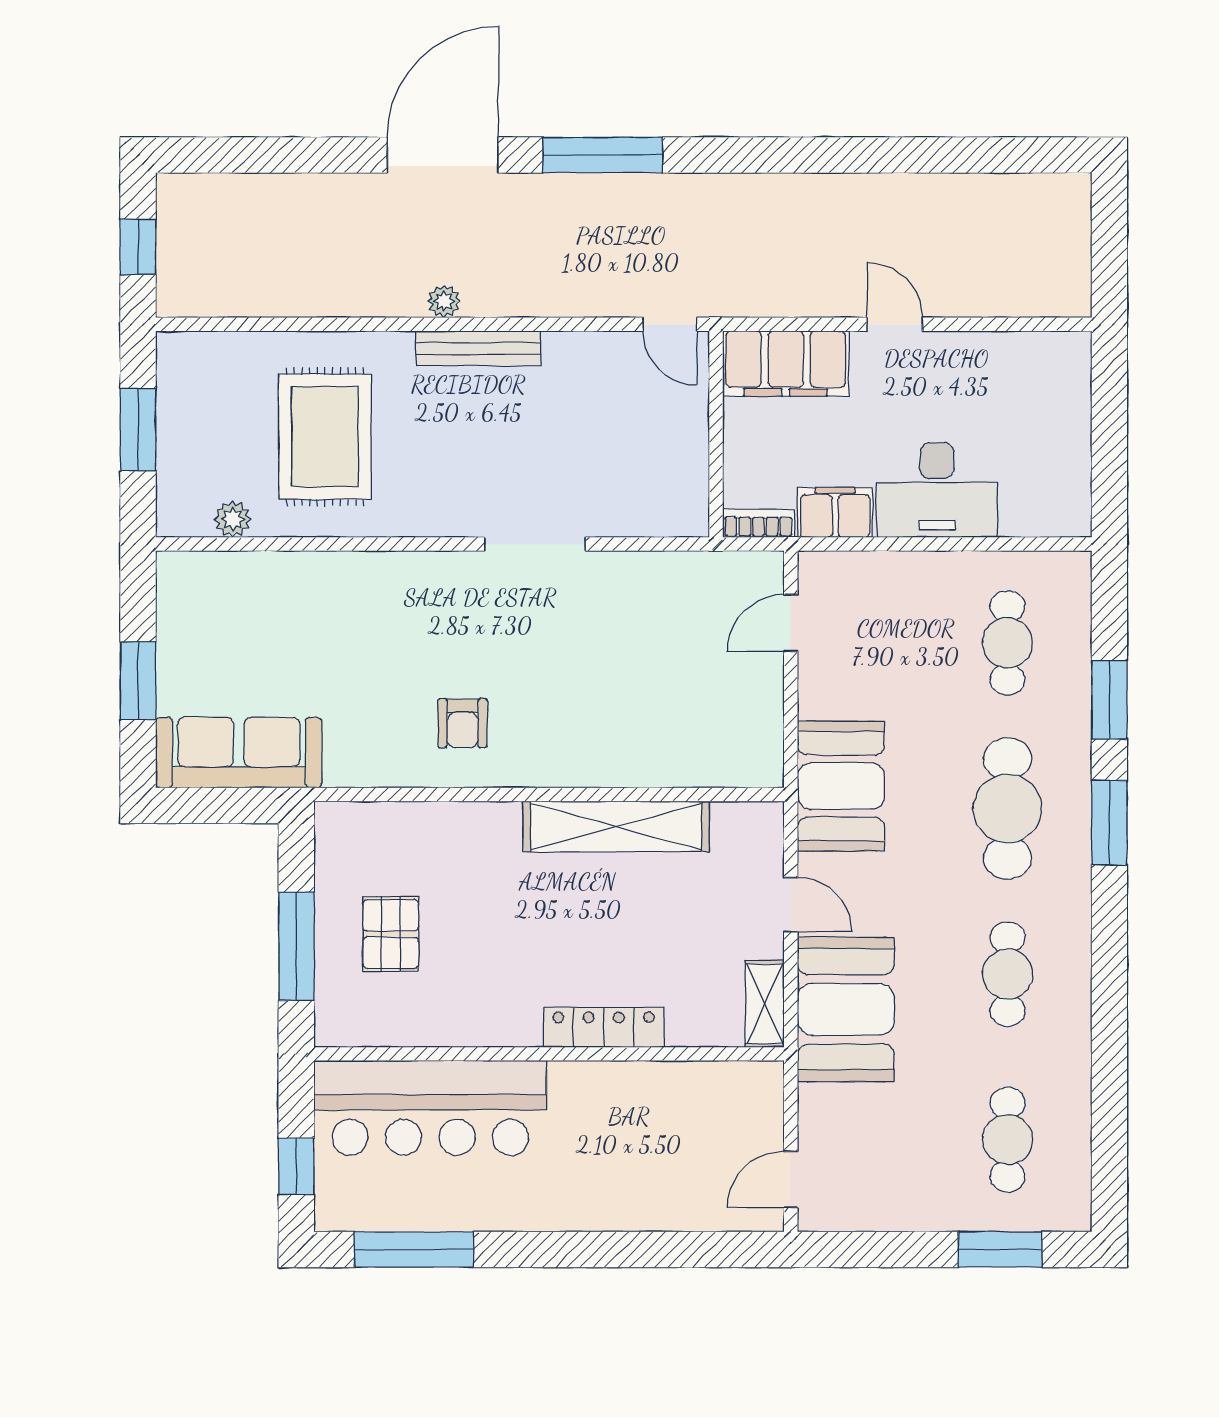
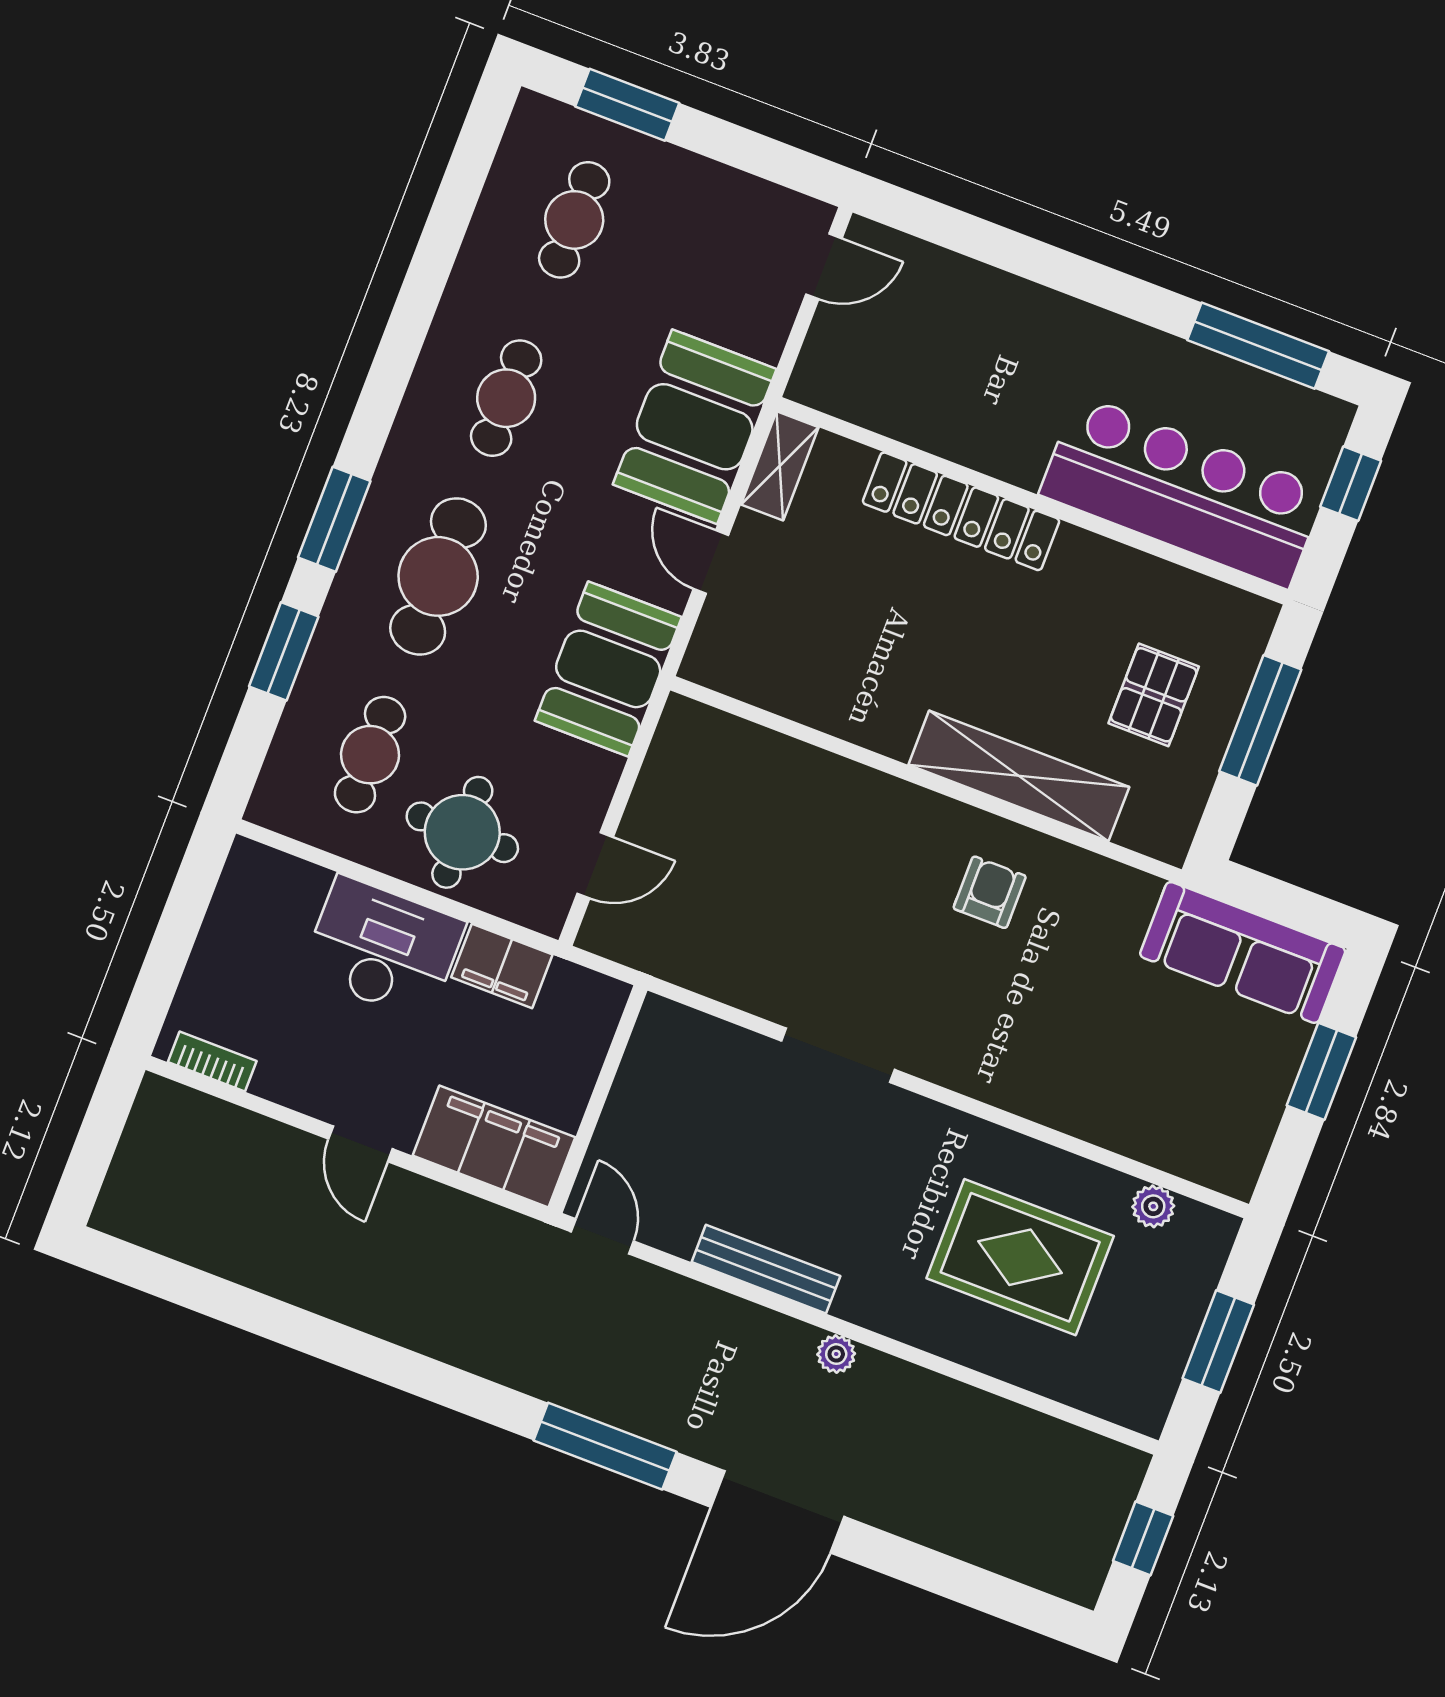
bench: (478, 348) -> (766, 1269), moved
rug: (325, 437) -> (1020, 1257), turned 90
bookcase: (758, 523) -> (212, 1062), moved, turned 180
round table: (909, 608) -> (462, 832), added
shelving: (616, 827) -> (1019, 776), moved
locker: (604, 1027) -> (961, 511), width x1.41, depth x1.21

